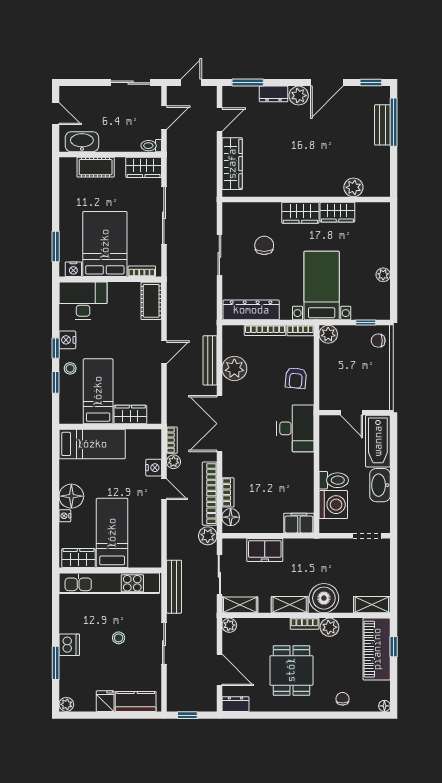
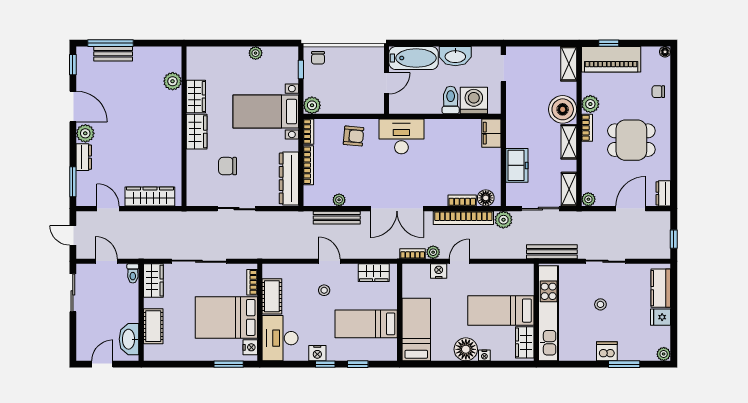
cot: (151, 301) -> (272, 296), moved, turned 90
stool: (70, 368) -> (324, 290), moved
plant: (234, 368) -> (339, 200), width x0.53, depth x0.53
wardrobe: (130, 415) -> (374, 273), moved, turned -90

